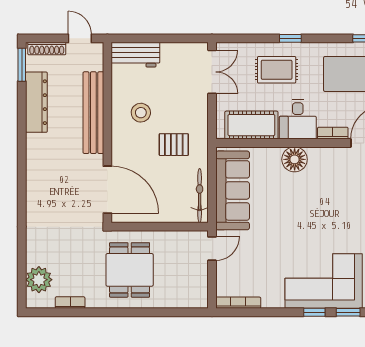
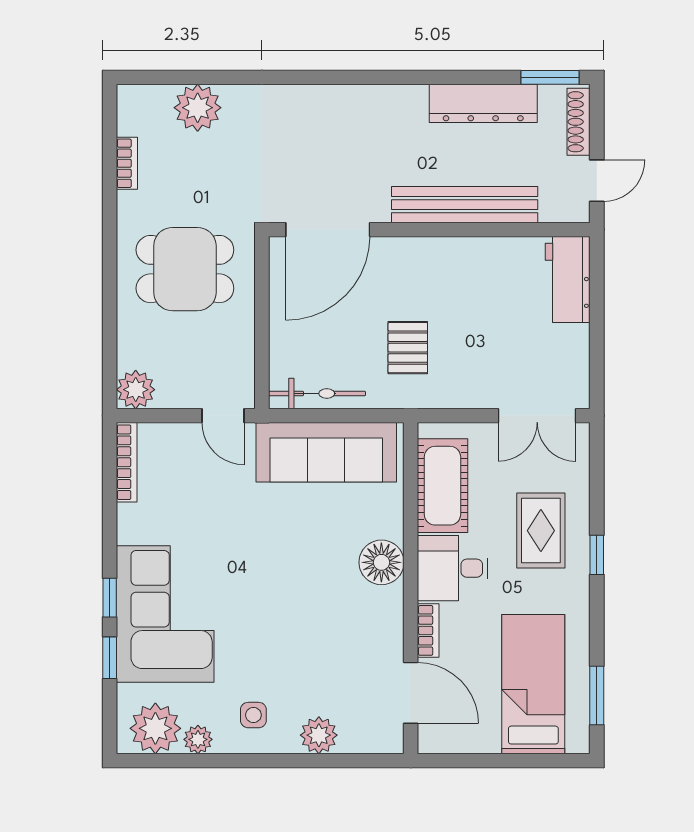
stool: (141, 113) -> (465, 289), removed
plant: (39, 280) -> (198, 108), moved
plant: (197, 298) -> (136, 390), added

